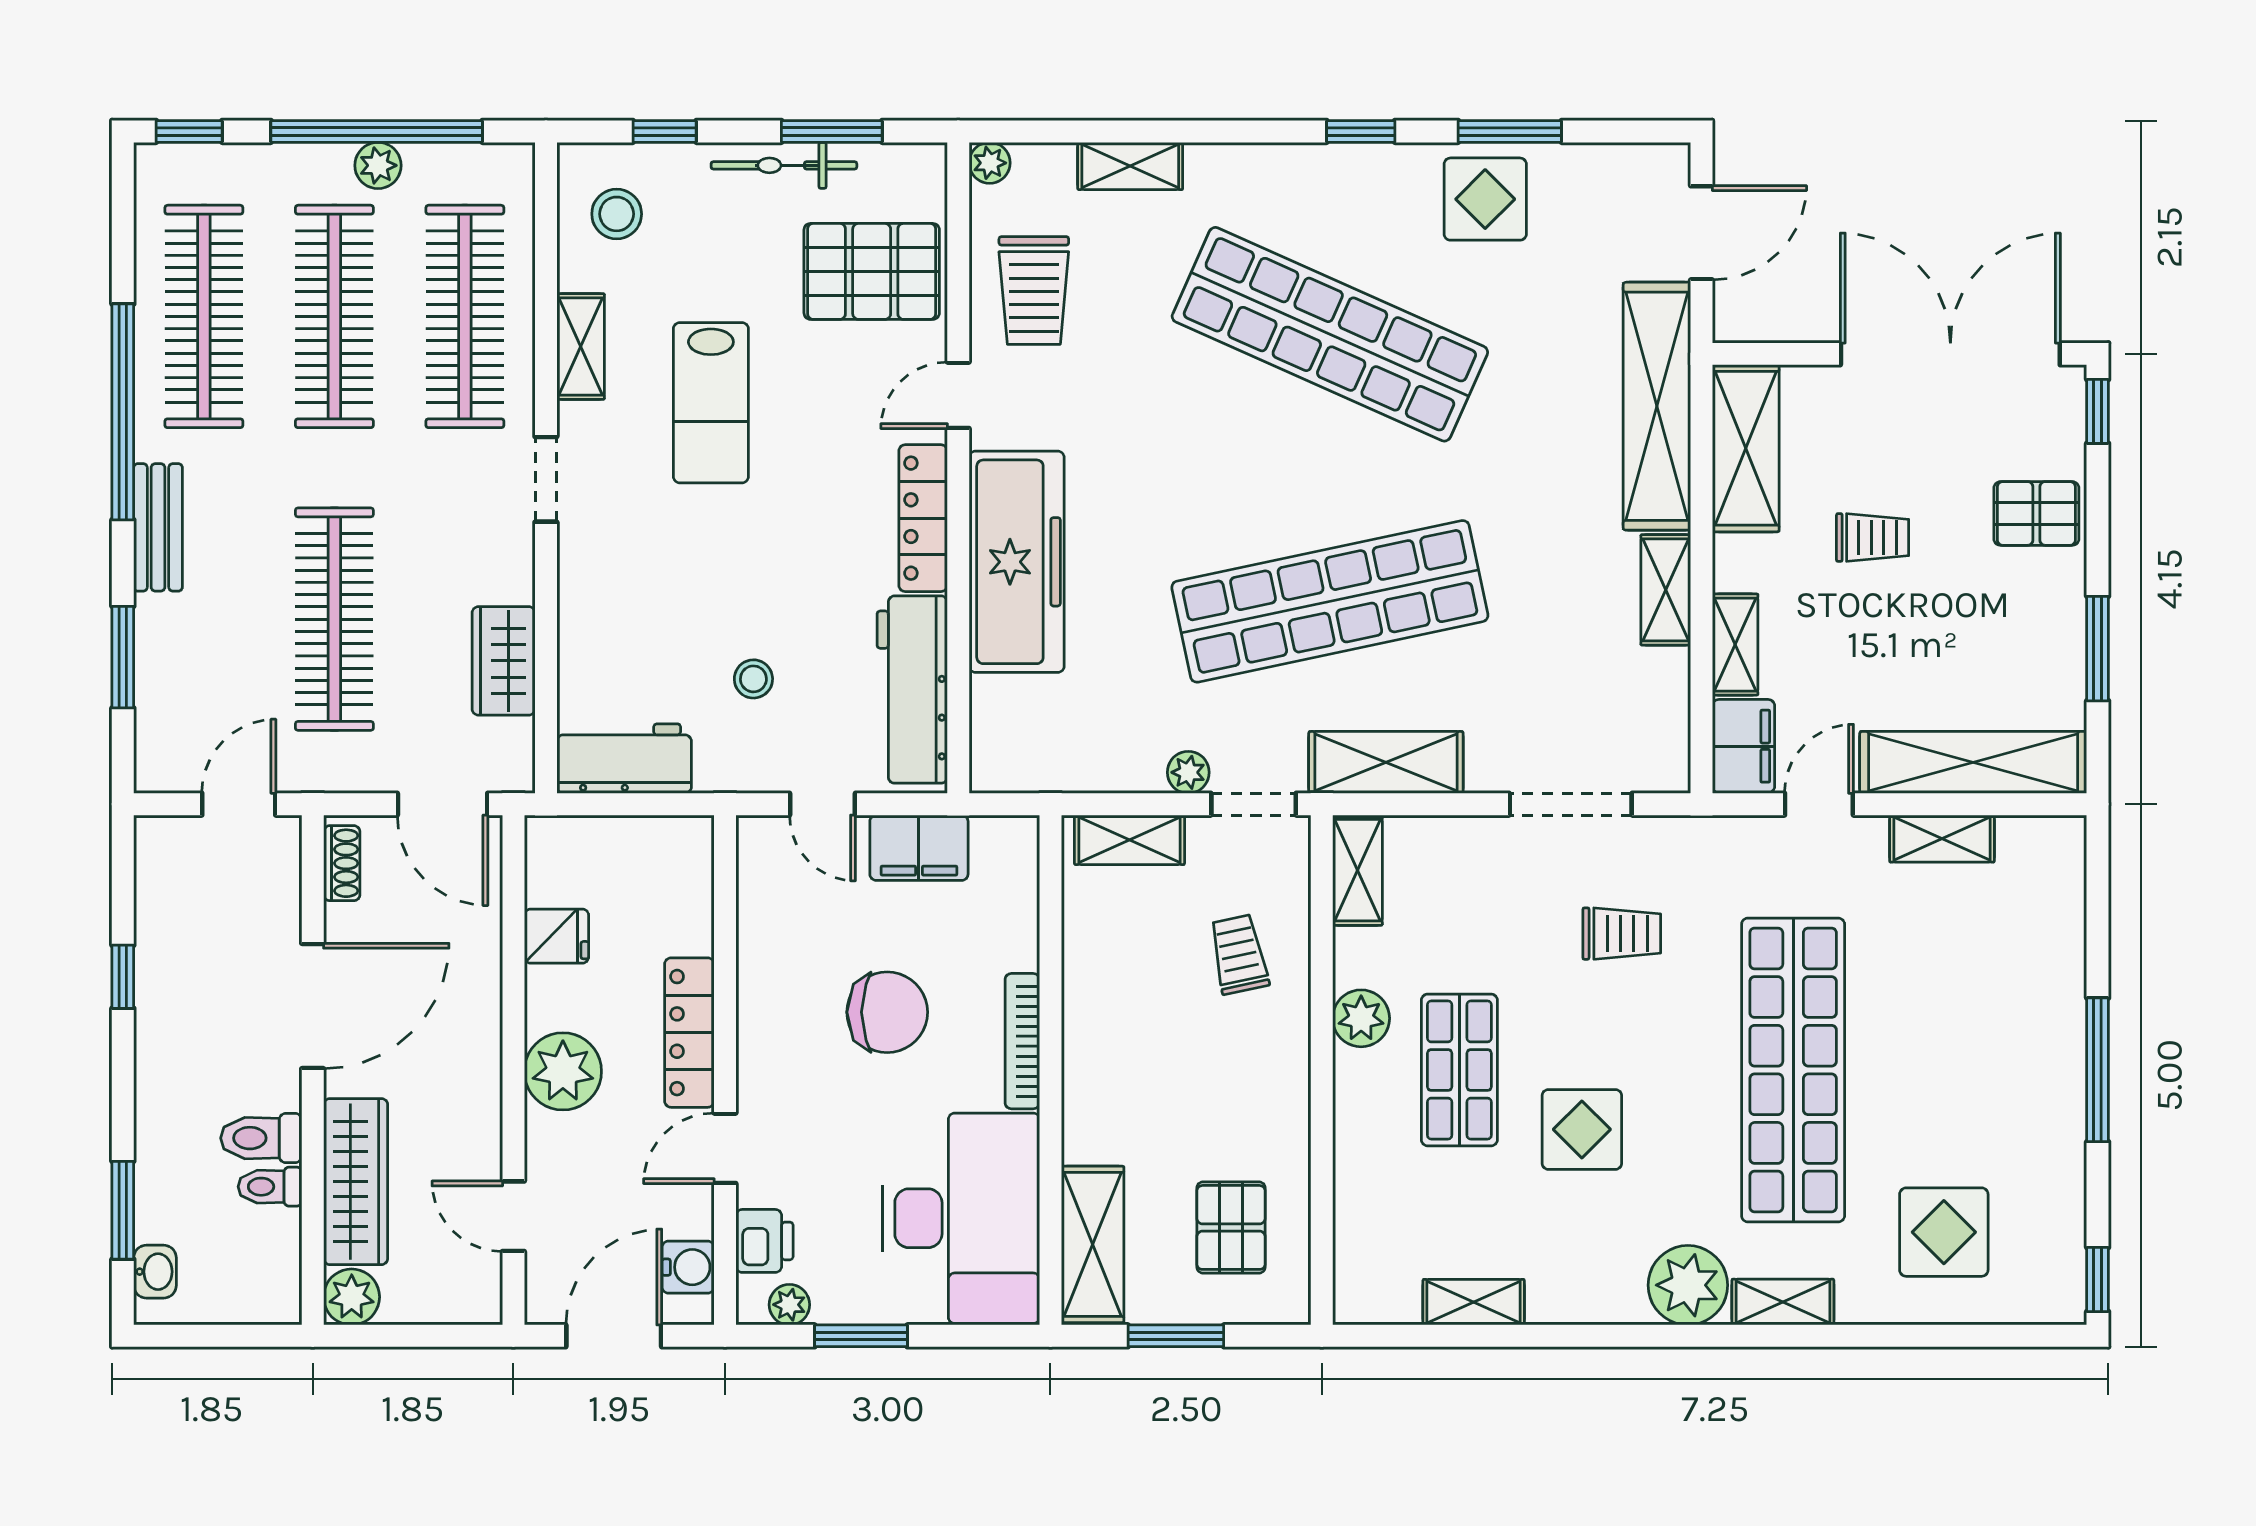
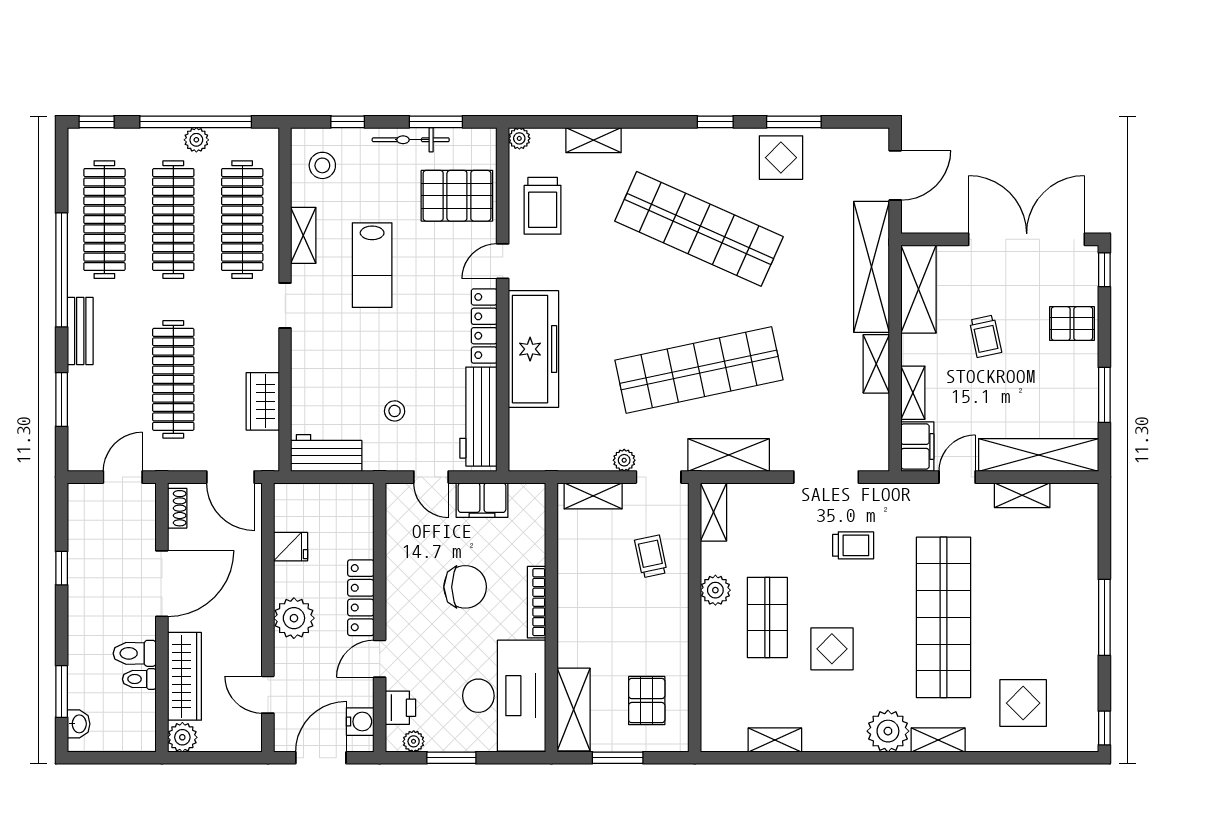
trolley: (1873, 537) -> (985, 336), turned 78

